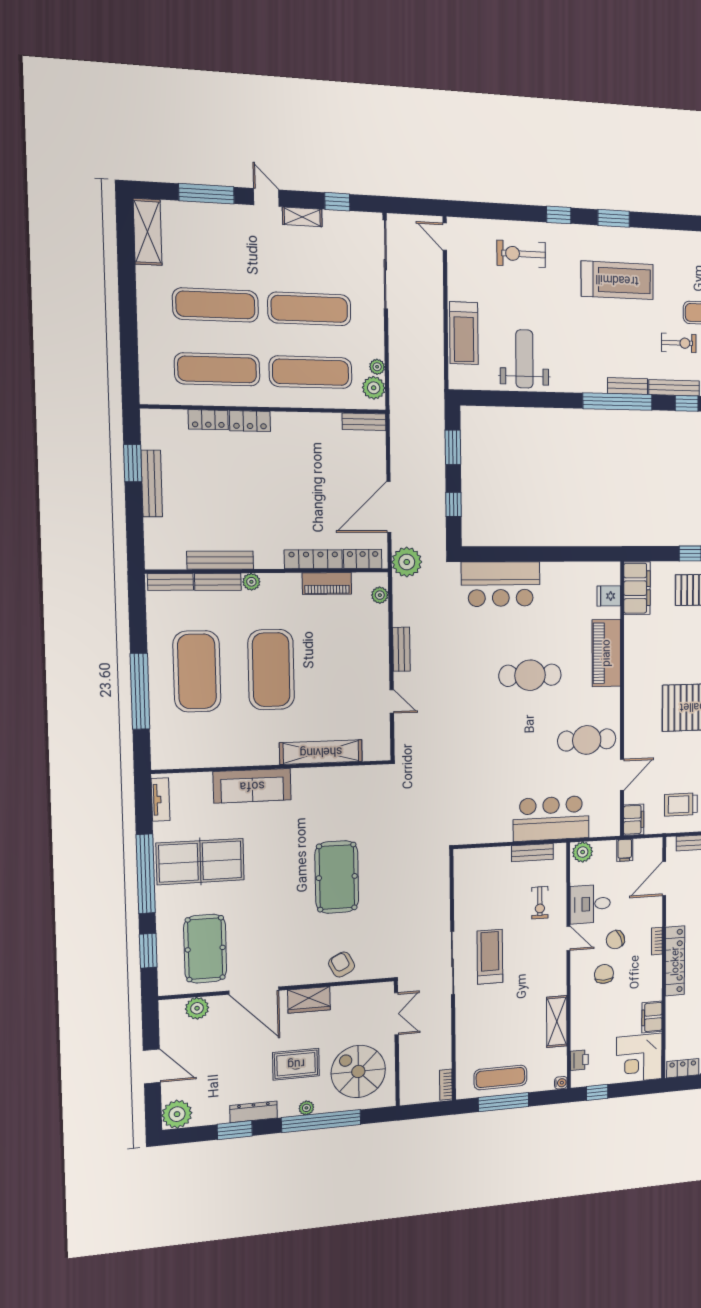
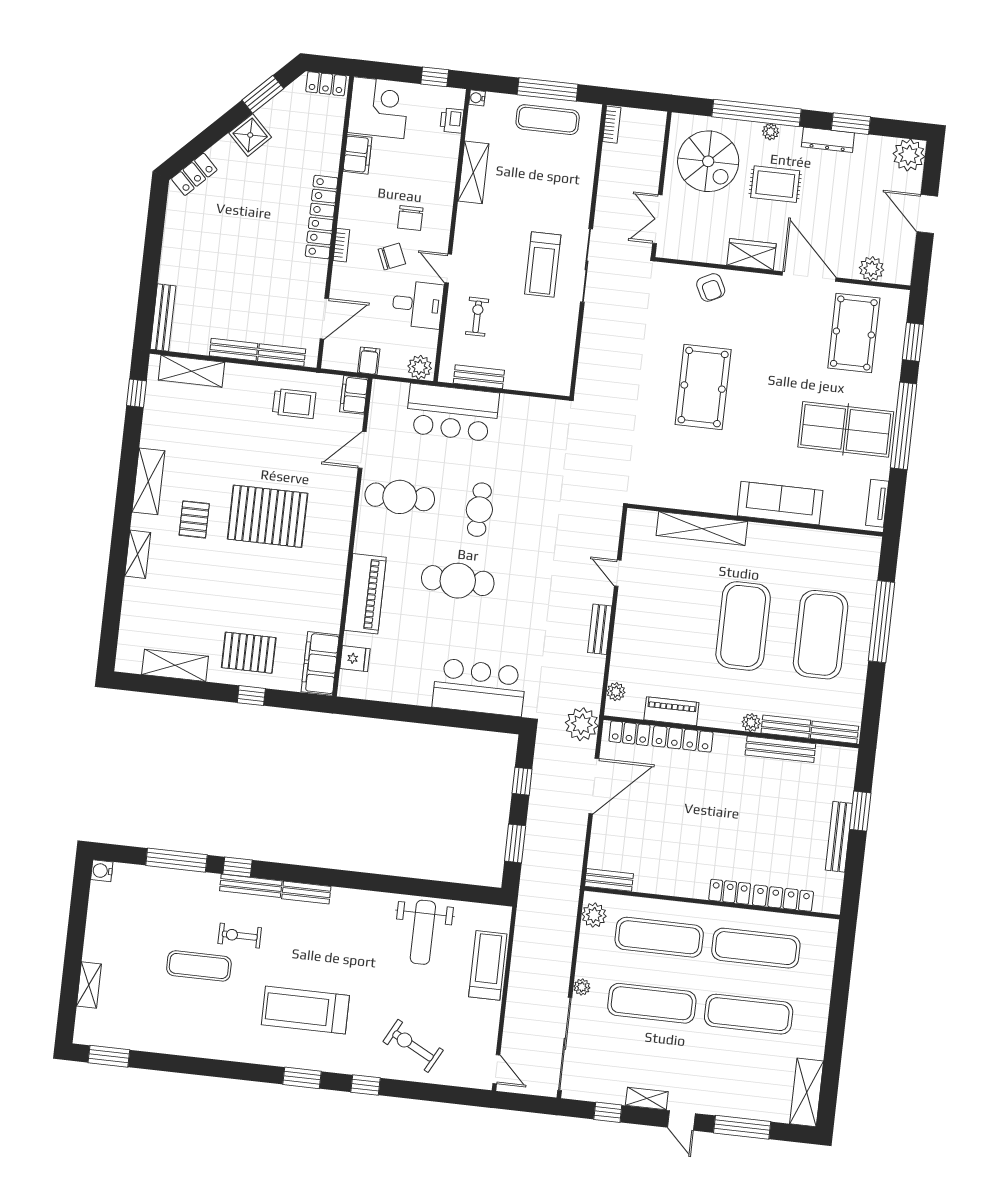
exercise bike: (521, 254) -> (413, 1046), turned -152
plant: (377, 367) -> (582, 987), moved
window: (618, 402) -> (320, 876), removed
locker: (208, 420) -> (783, 898), width x1.53
window: (133, 463) -> (860, 811), moved
cafe table: (519, 739) -> (479, 510), added

